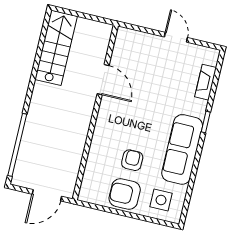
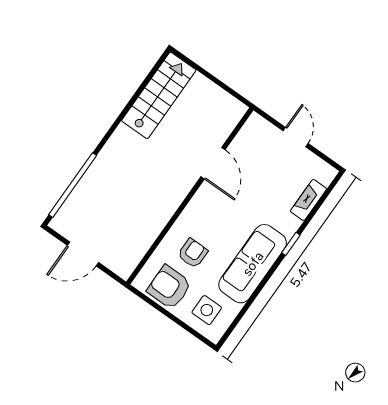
door: (103, 80) -> (213, 163), moved
wall: (95, 112) -> (190, 196), moved

